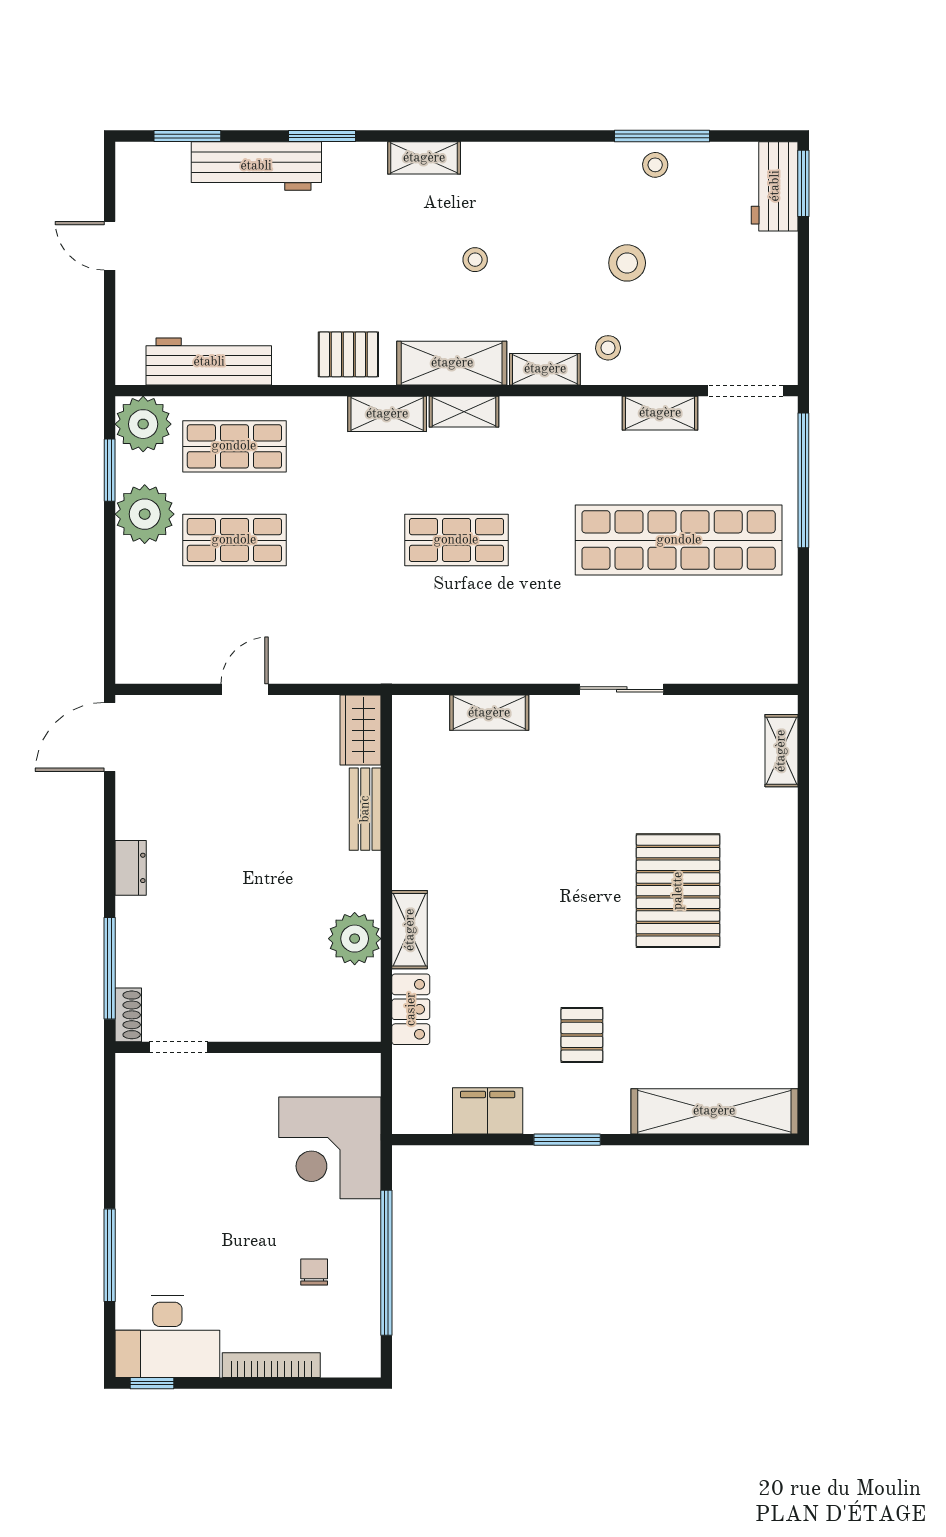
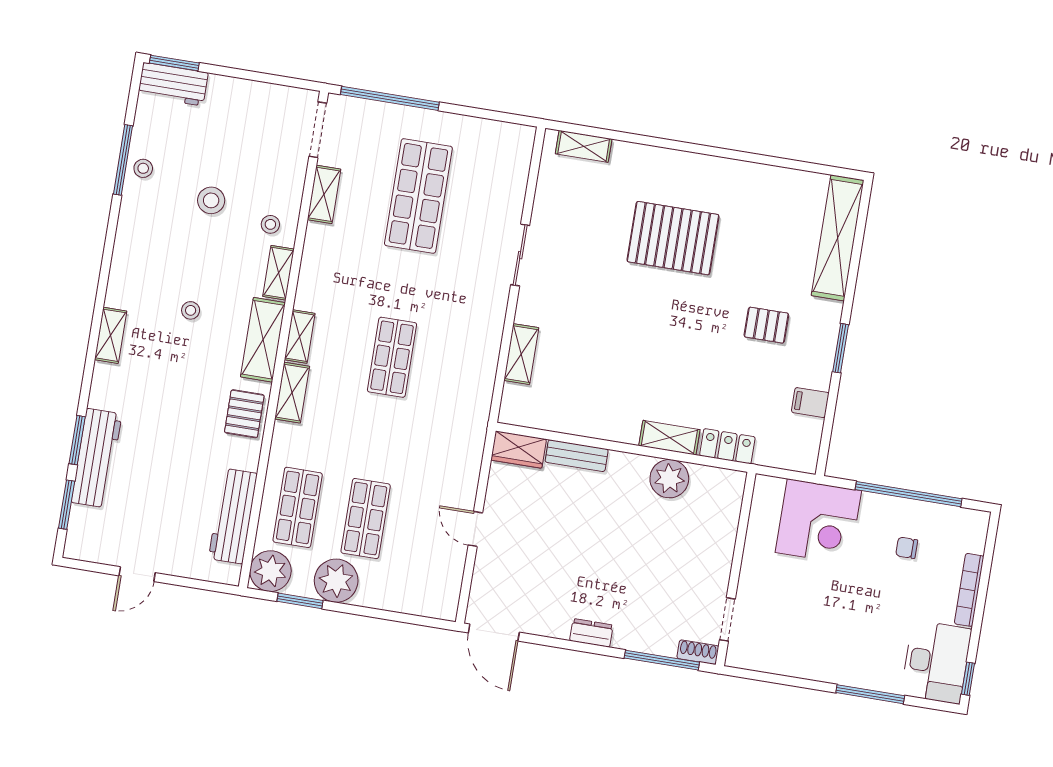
window: (322, 136) -> (77, 440), moved
shop shelf: (679, 540) -> (418, 196), width x0.71
filing cabinet: (488, 1111) -> (810, 403), width x0.50

